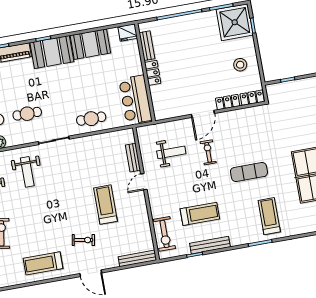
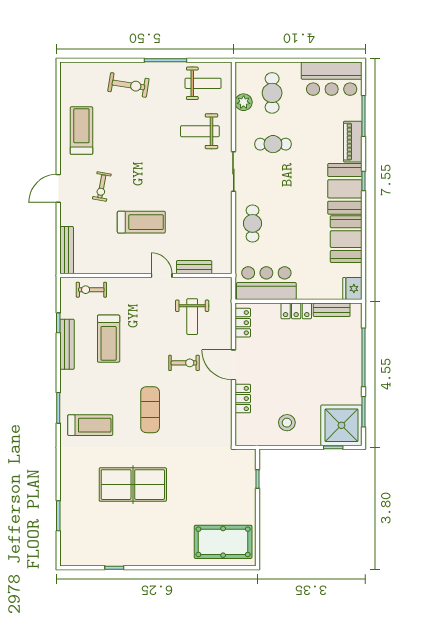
locker: (252, 98) -> (243, 323), moved
cafe table: (27, 114) -> (273, 144), turned 90
exercise bike: (164, 234) -> (91, 290), width x0.73, depth x0.72

